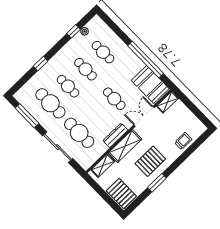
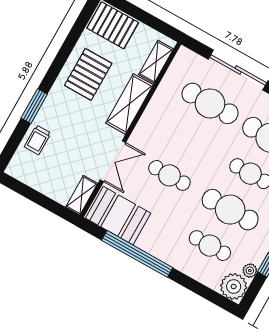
plant: (96, 25) -> (234, 287), added
cafe table: (85, 69) -> (230, 210), width x1.37, depth x1.35
dresser: (115, 135) -> (150, 117), removed
pallet: (150, 161) -> (88, 74), moved
window: (157, 183) -> (34, 106), moved

